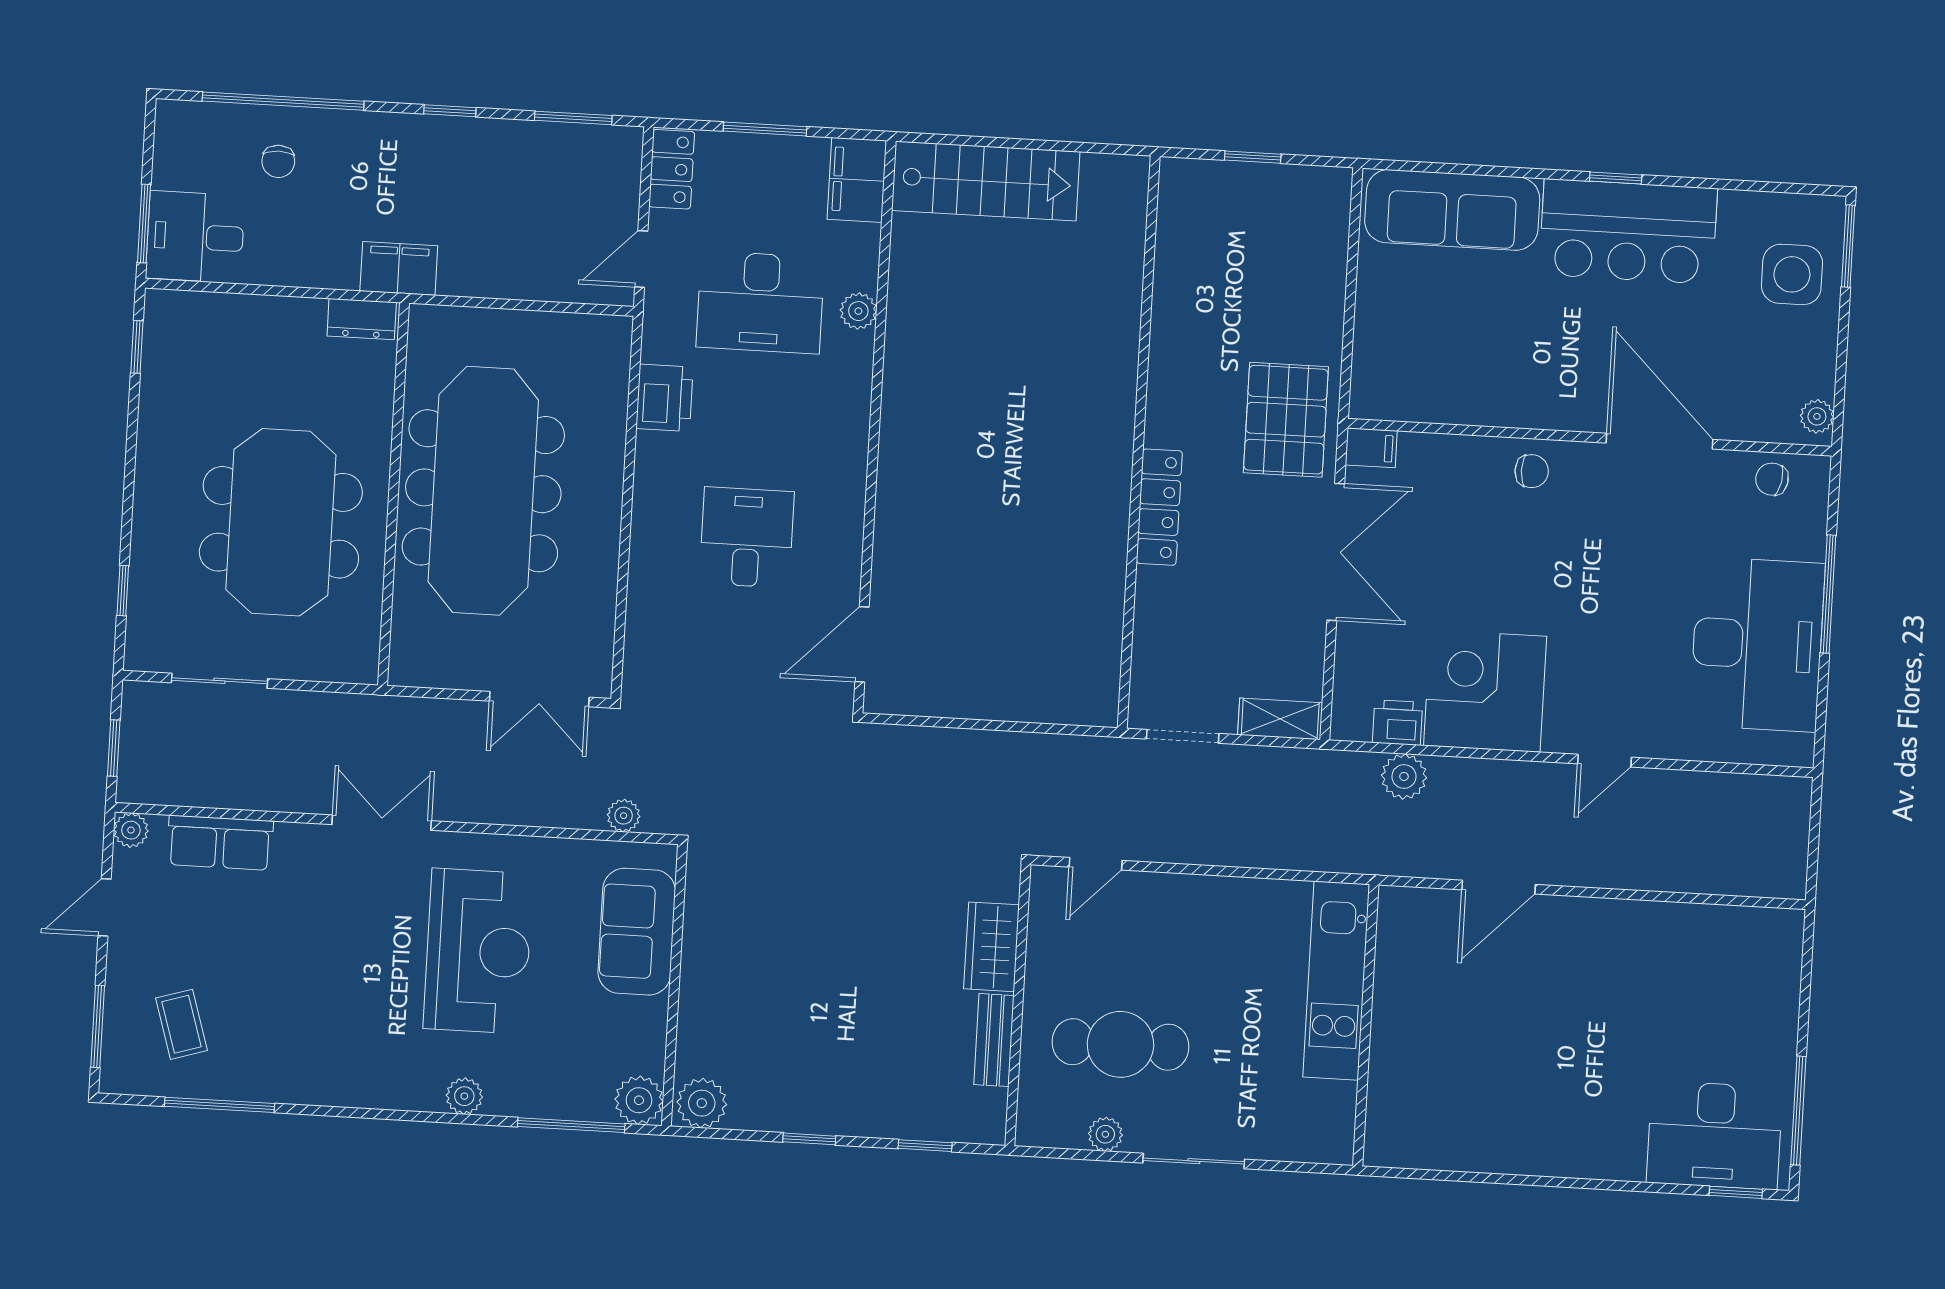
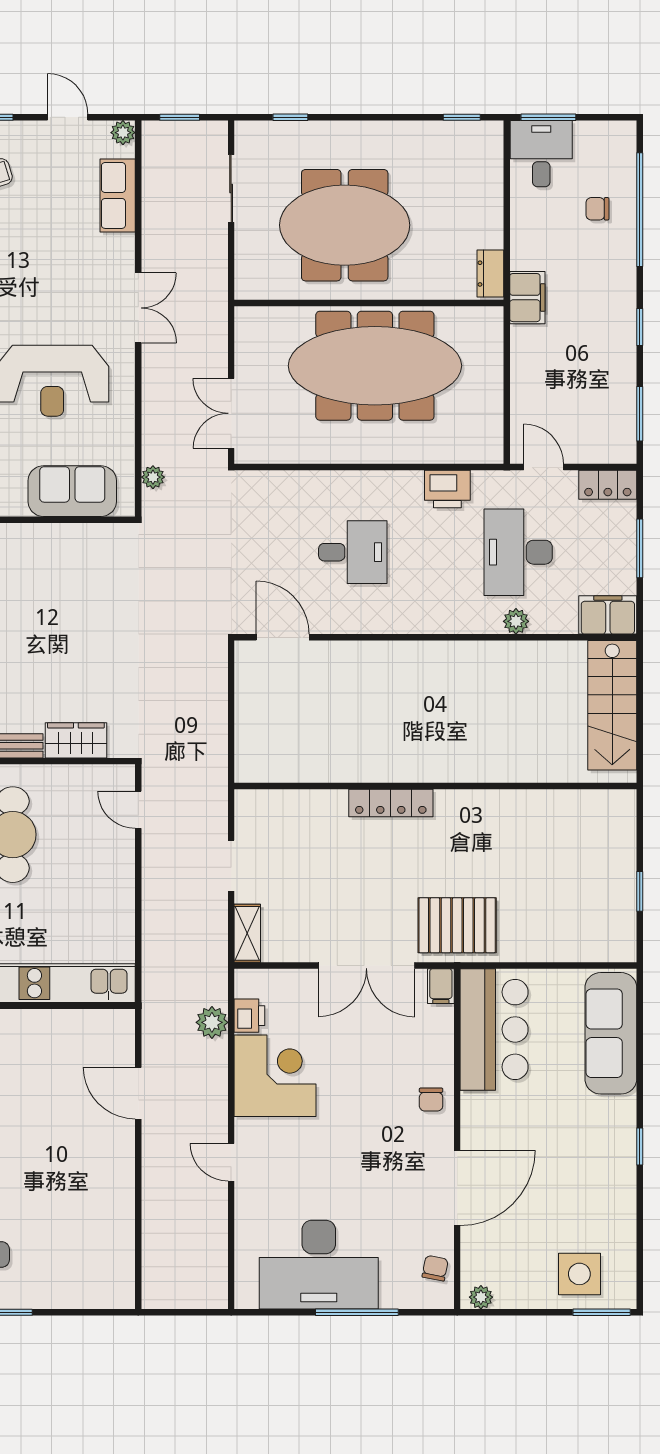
bar counter: (1628, 231) -> (494, 1029), moved, turned 180
wall: (1139, 442) -> (435, 786), moved
locker: (1159, 507) -> (391, 803), moved

